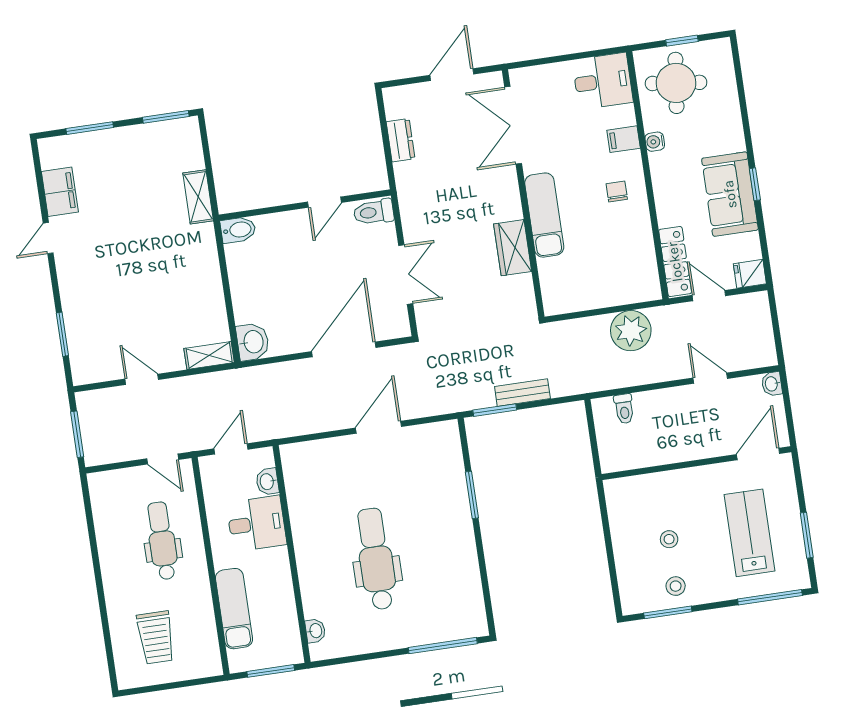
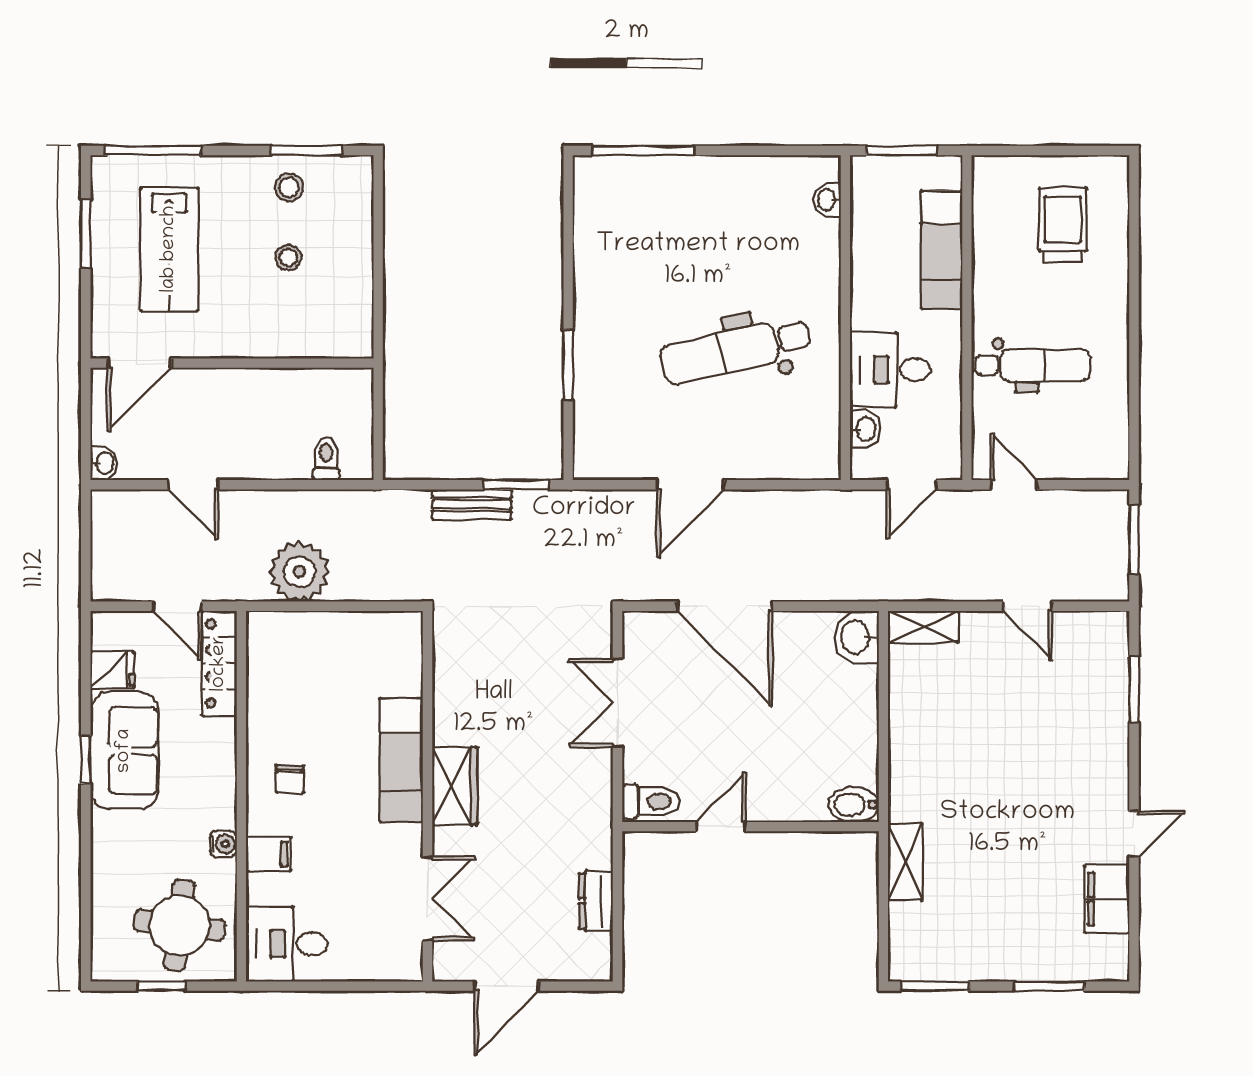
double door: (513, 125) -> (428, 899), width x0.73
wardrobe: (513, 248) -> (455, 786), moved
fridge: (750, 274) -> (112, 670), moved
door: (344, 349) -> (724, 606), hinge flipped
dental chair: (162, 541) -> (1033, 365), turned -90
dental chair: (376, 559) -> (736, 350), moved, turned 77

